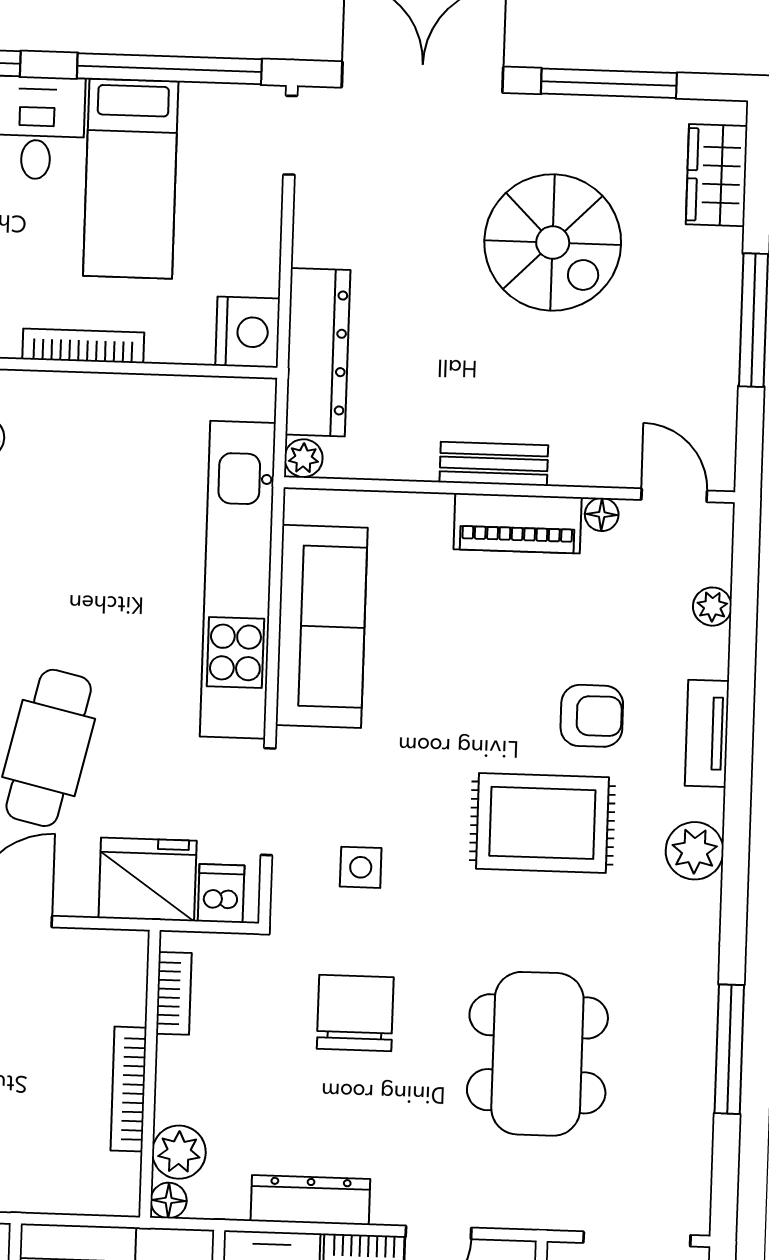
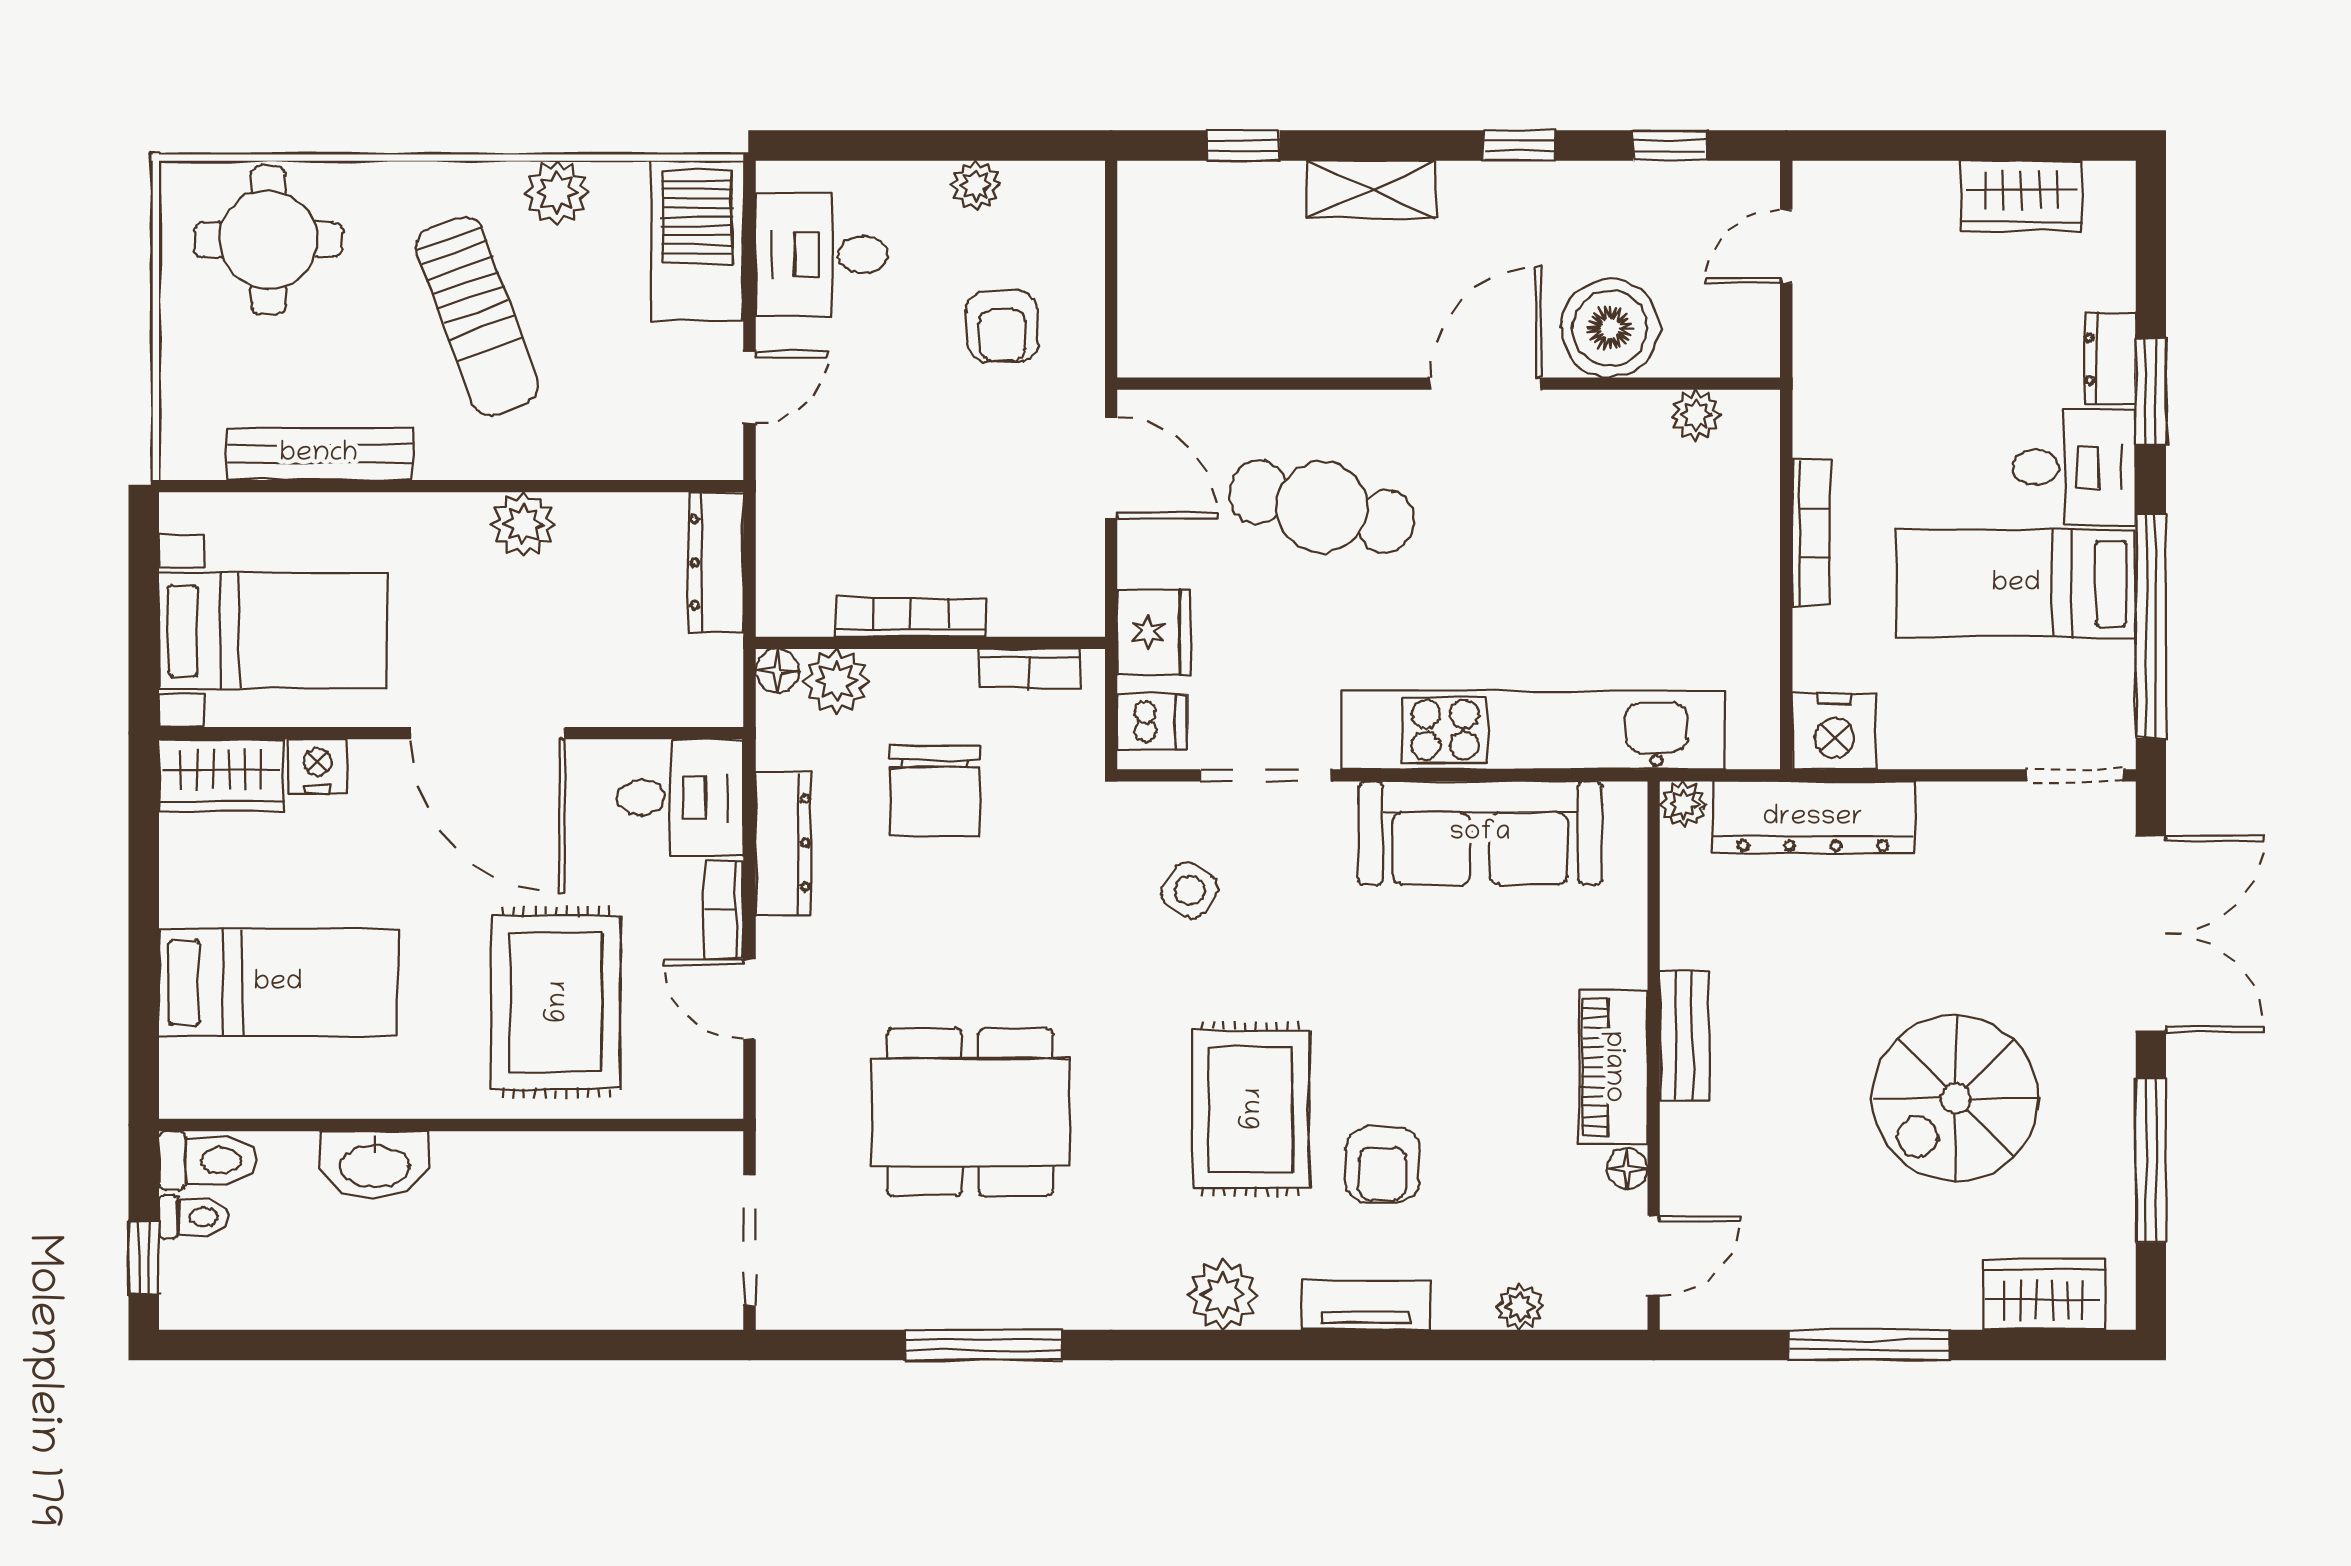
side table: (361, 867) -> (1189, 890), turned 33
fridge: (148, 879) -> (1154, 632), width x0.73, depth x0.75
chair: (355, 1013) -> (934, 790), moved, turned 90

